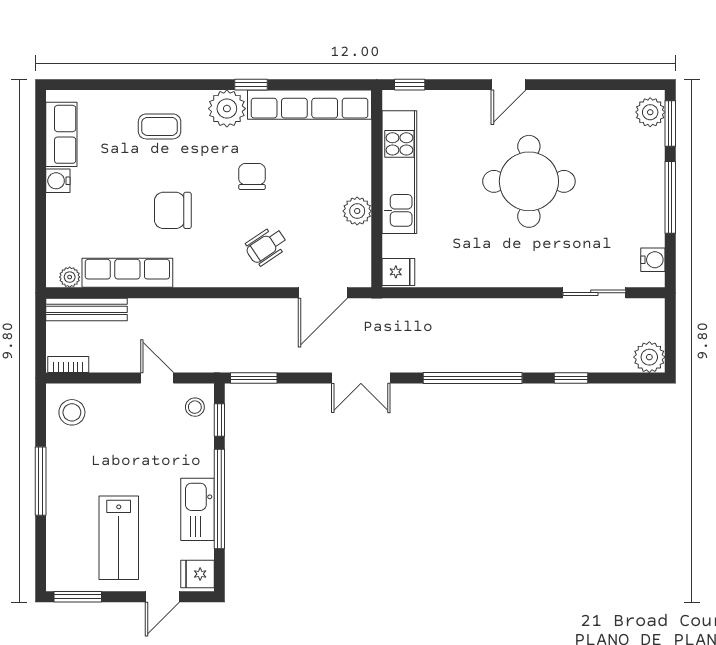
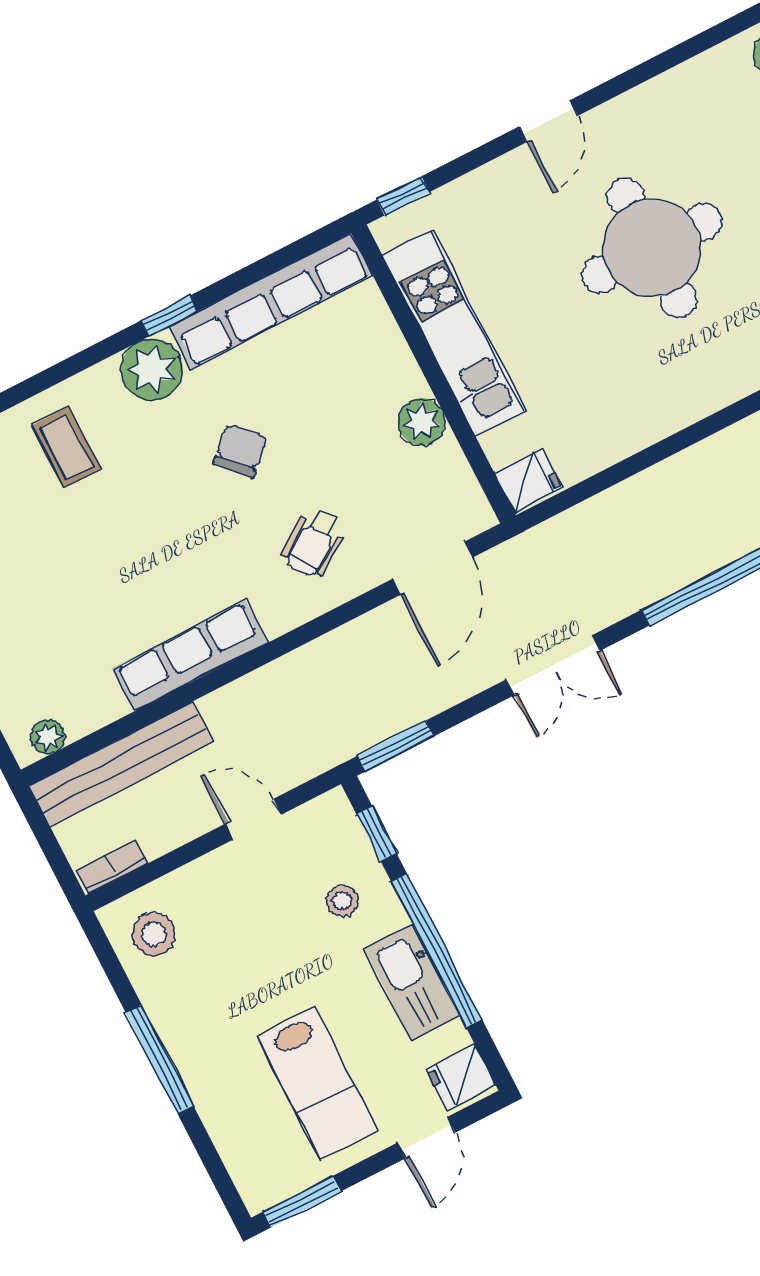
coffee table: (160, 126) -> (66, 447), turned 90
chair: (252, 177) -> (240, 451), turned 47
chair: (173, 210) -> (149, 560), removed
row of seats: (127, 273) -> (190, 656), moved
bench: (87, 309) -> (121, 764), width x1.37, depth x1.21
stool: (195, 407) -> (342, 901), moved

